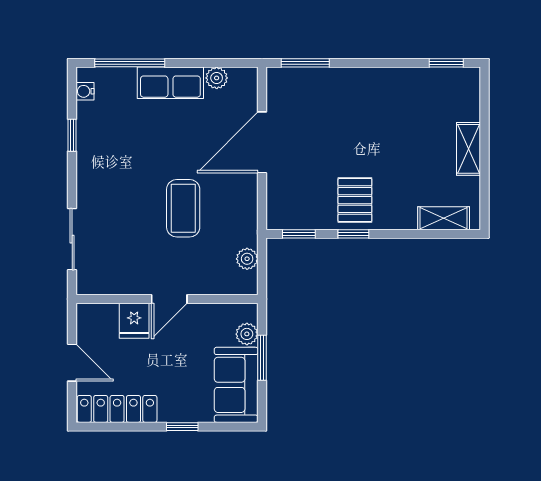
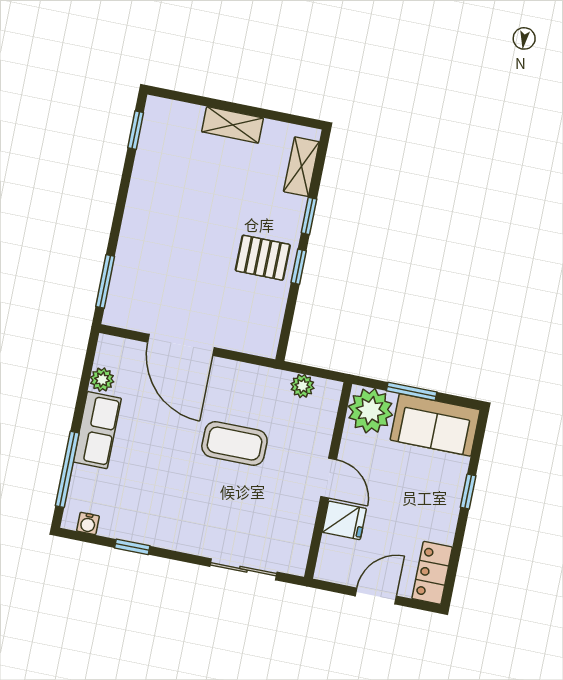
window: (299, 234) -> (309, 216), moved
plant: (247, 334) -> (370, 411), width x1.87, depth x1.87
locker: (117, 409) -> (432, 573), width x0.66

